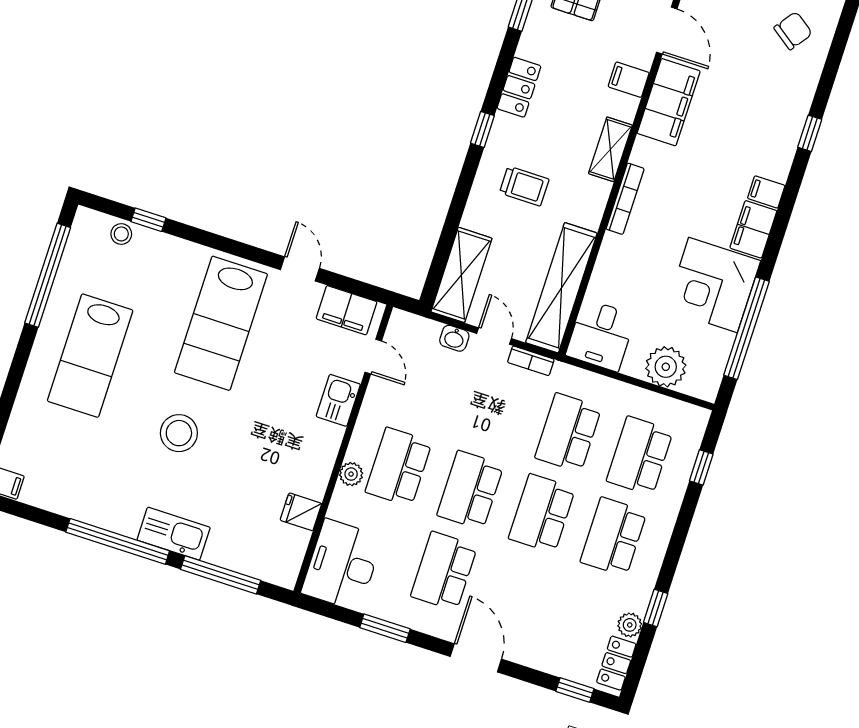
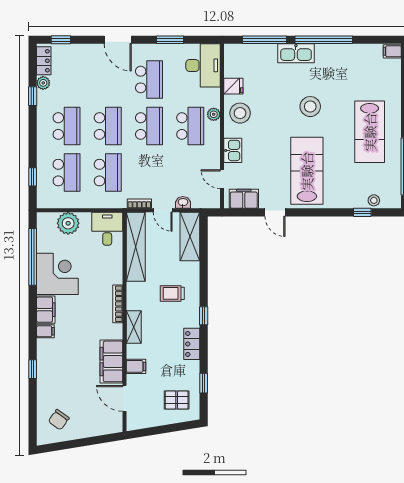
lab bench: (90, 356) -> (370, 132), turned 180
stool: (305, 461) -> (240, 113), added

